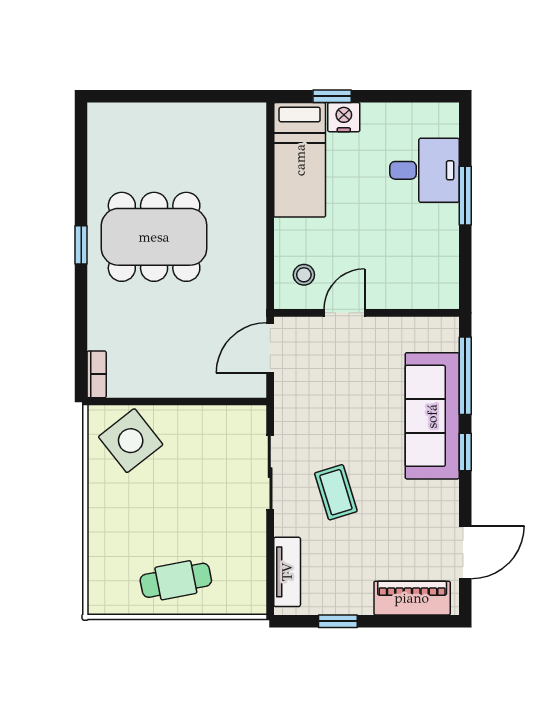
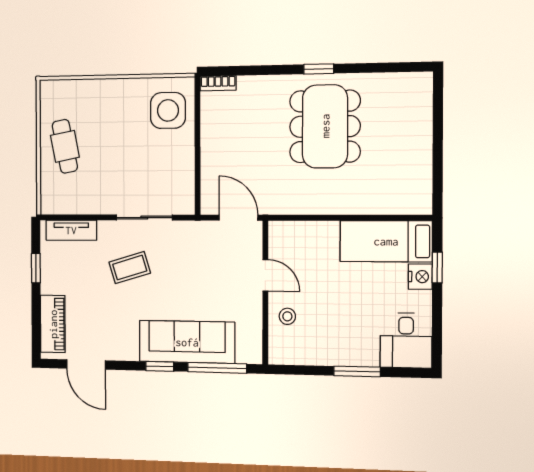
desk: (425, 170) -> (406, 340), moved
stool: (304, 275) -> (287, 316), moved
side table: (131, 441) -> (168, 110), turned 38

